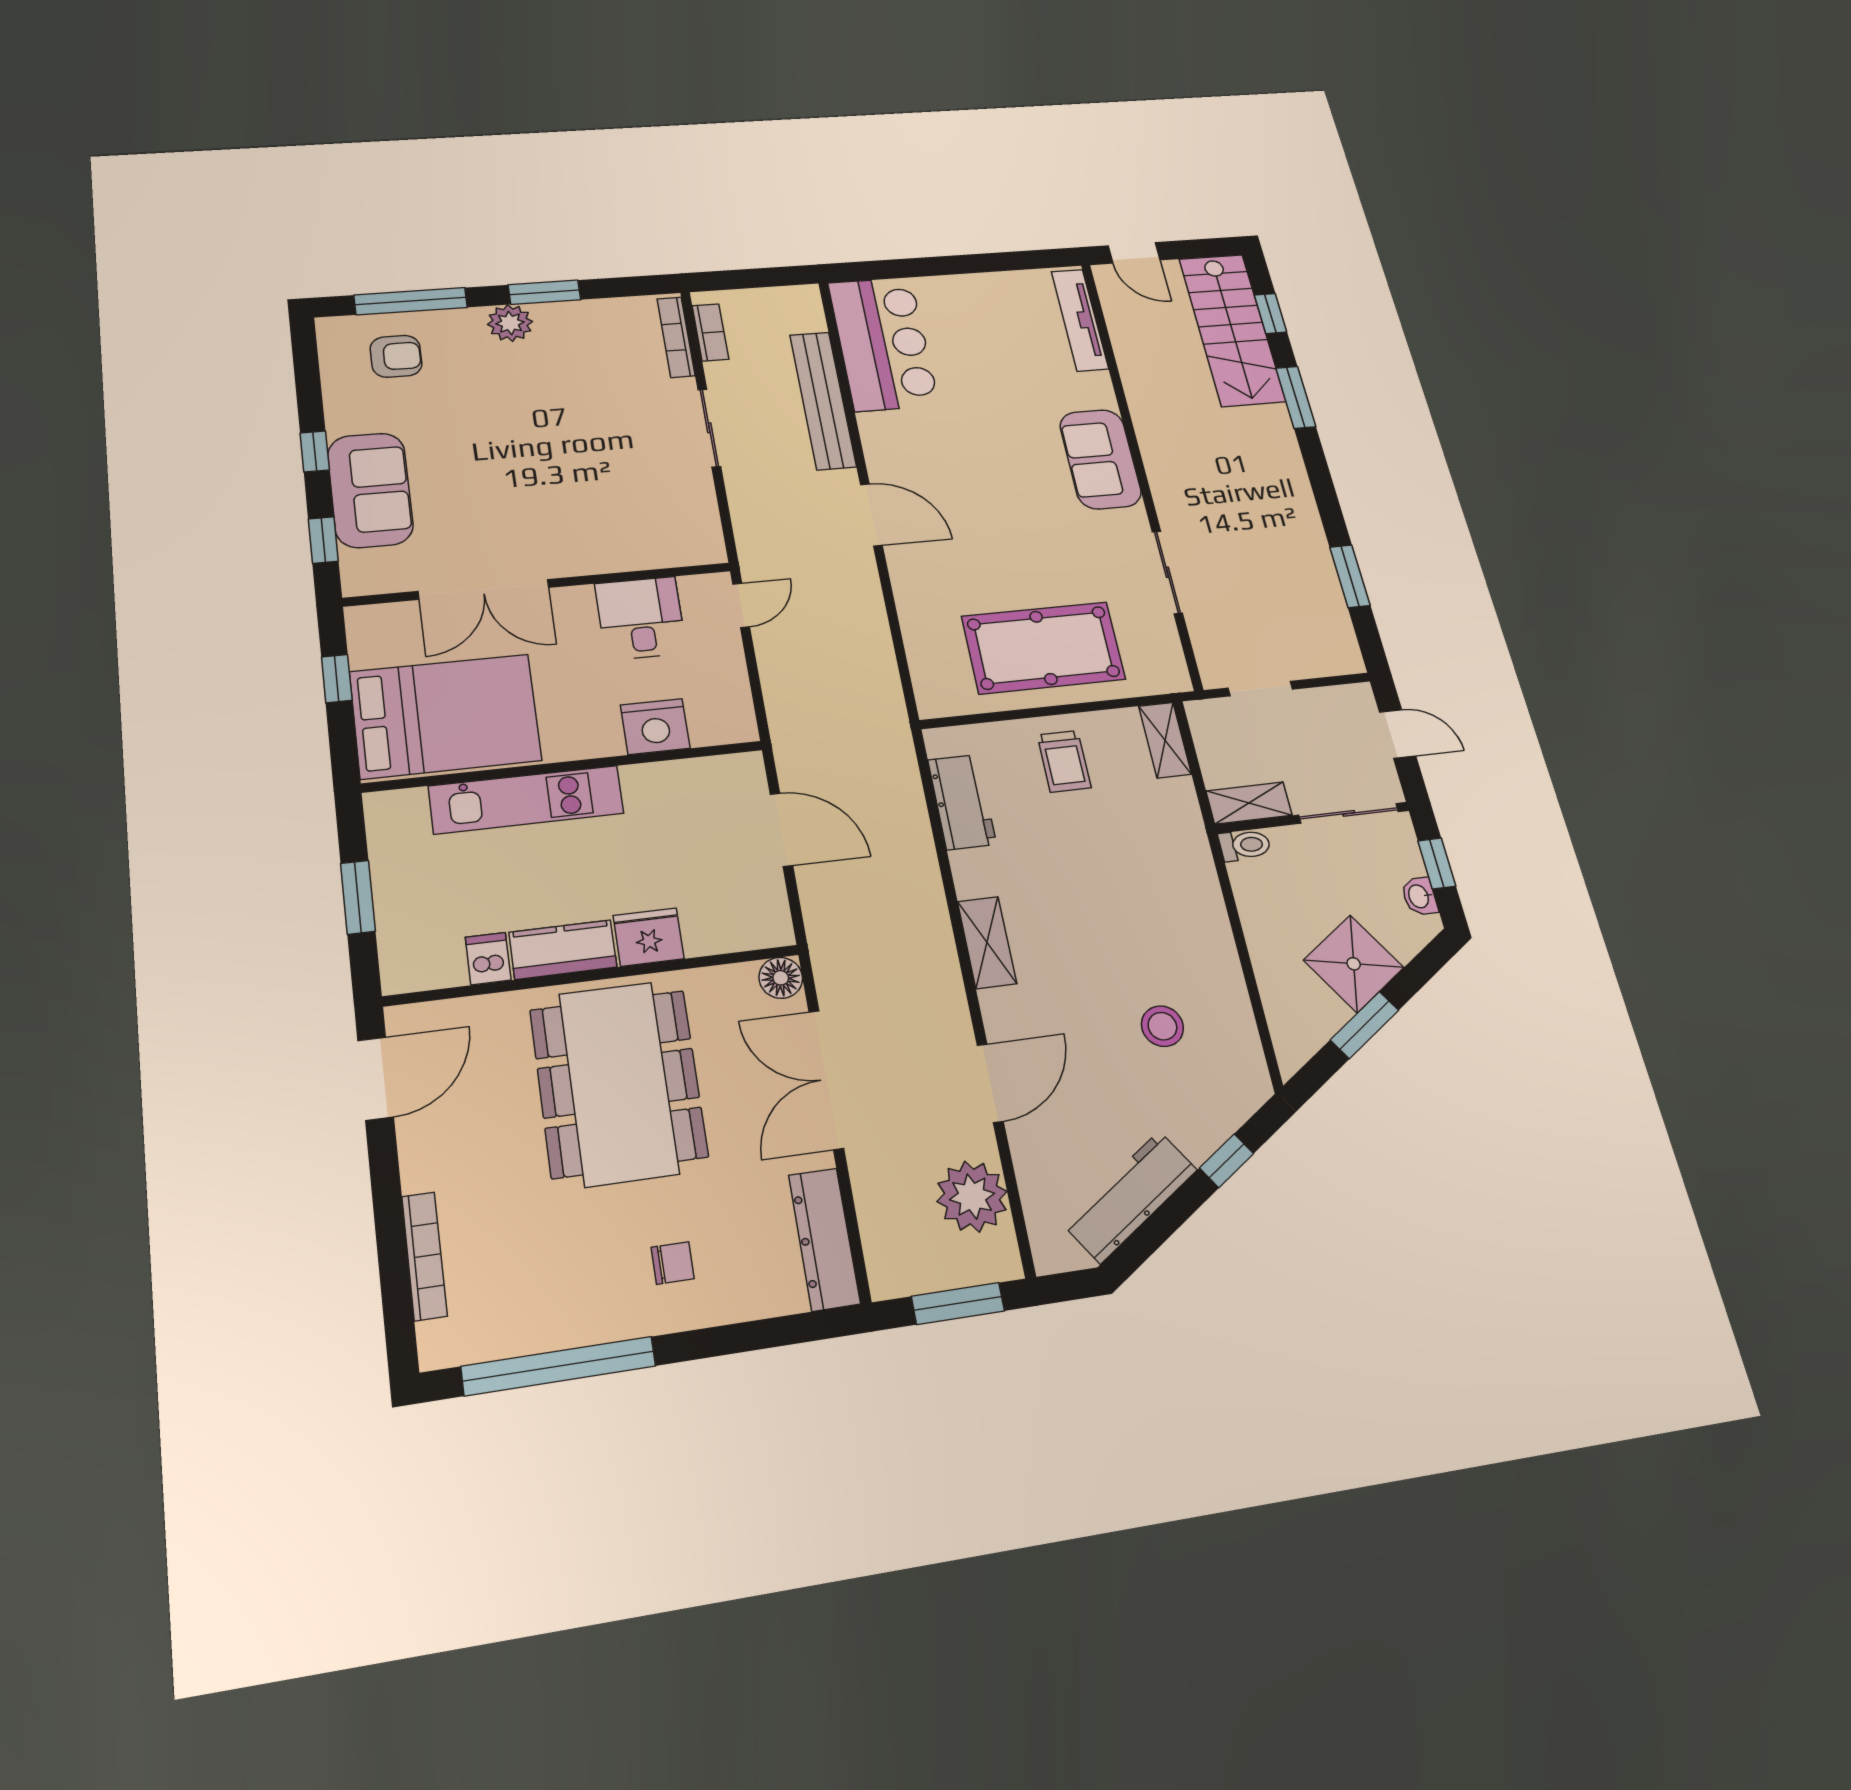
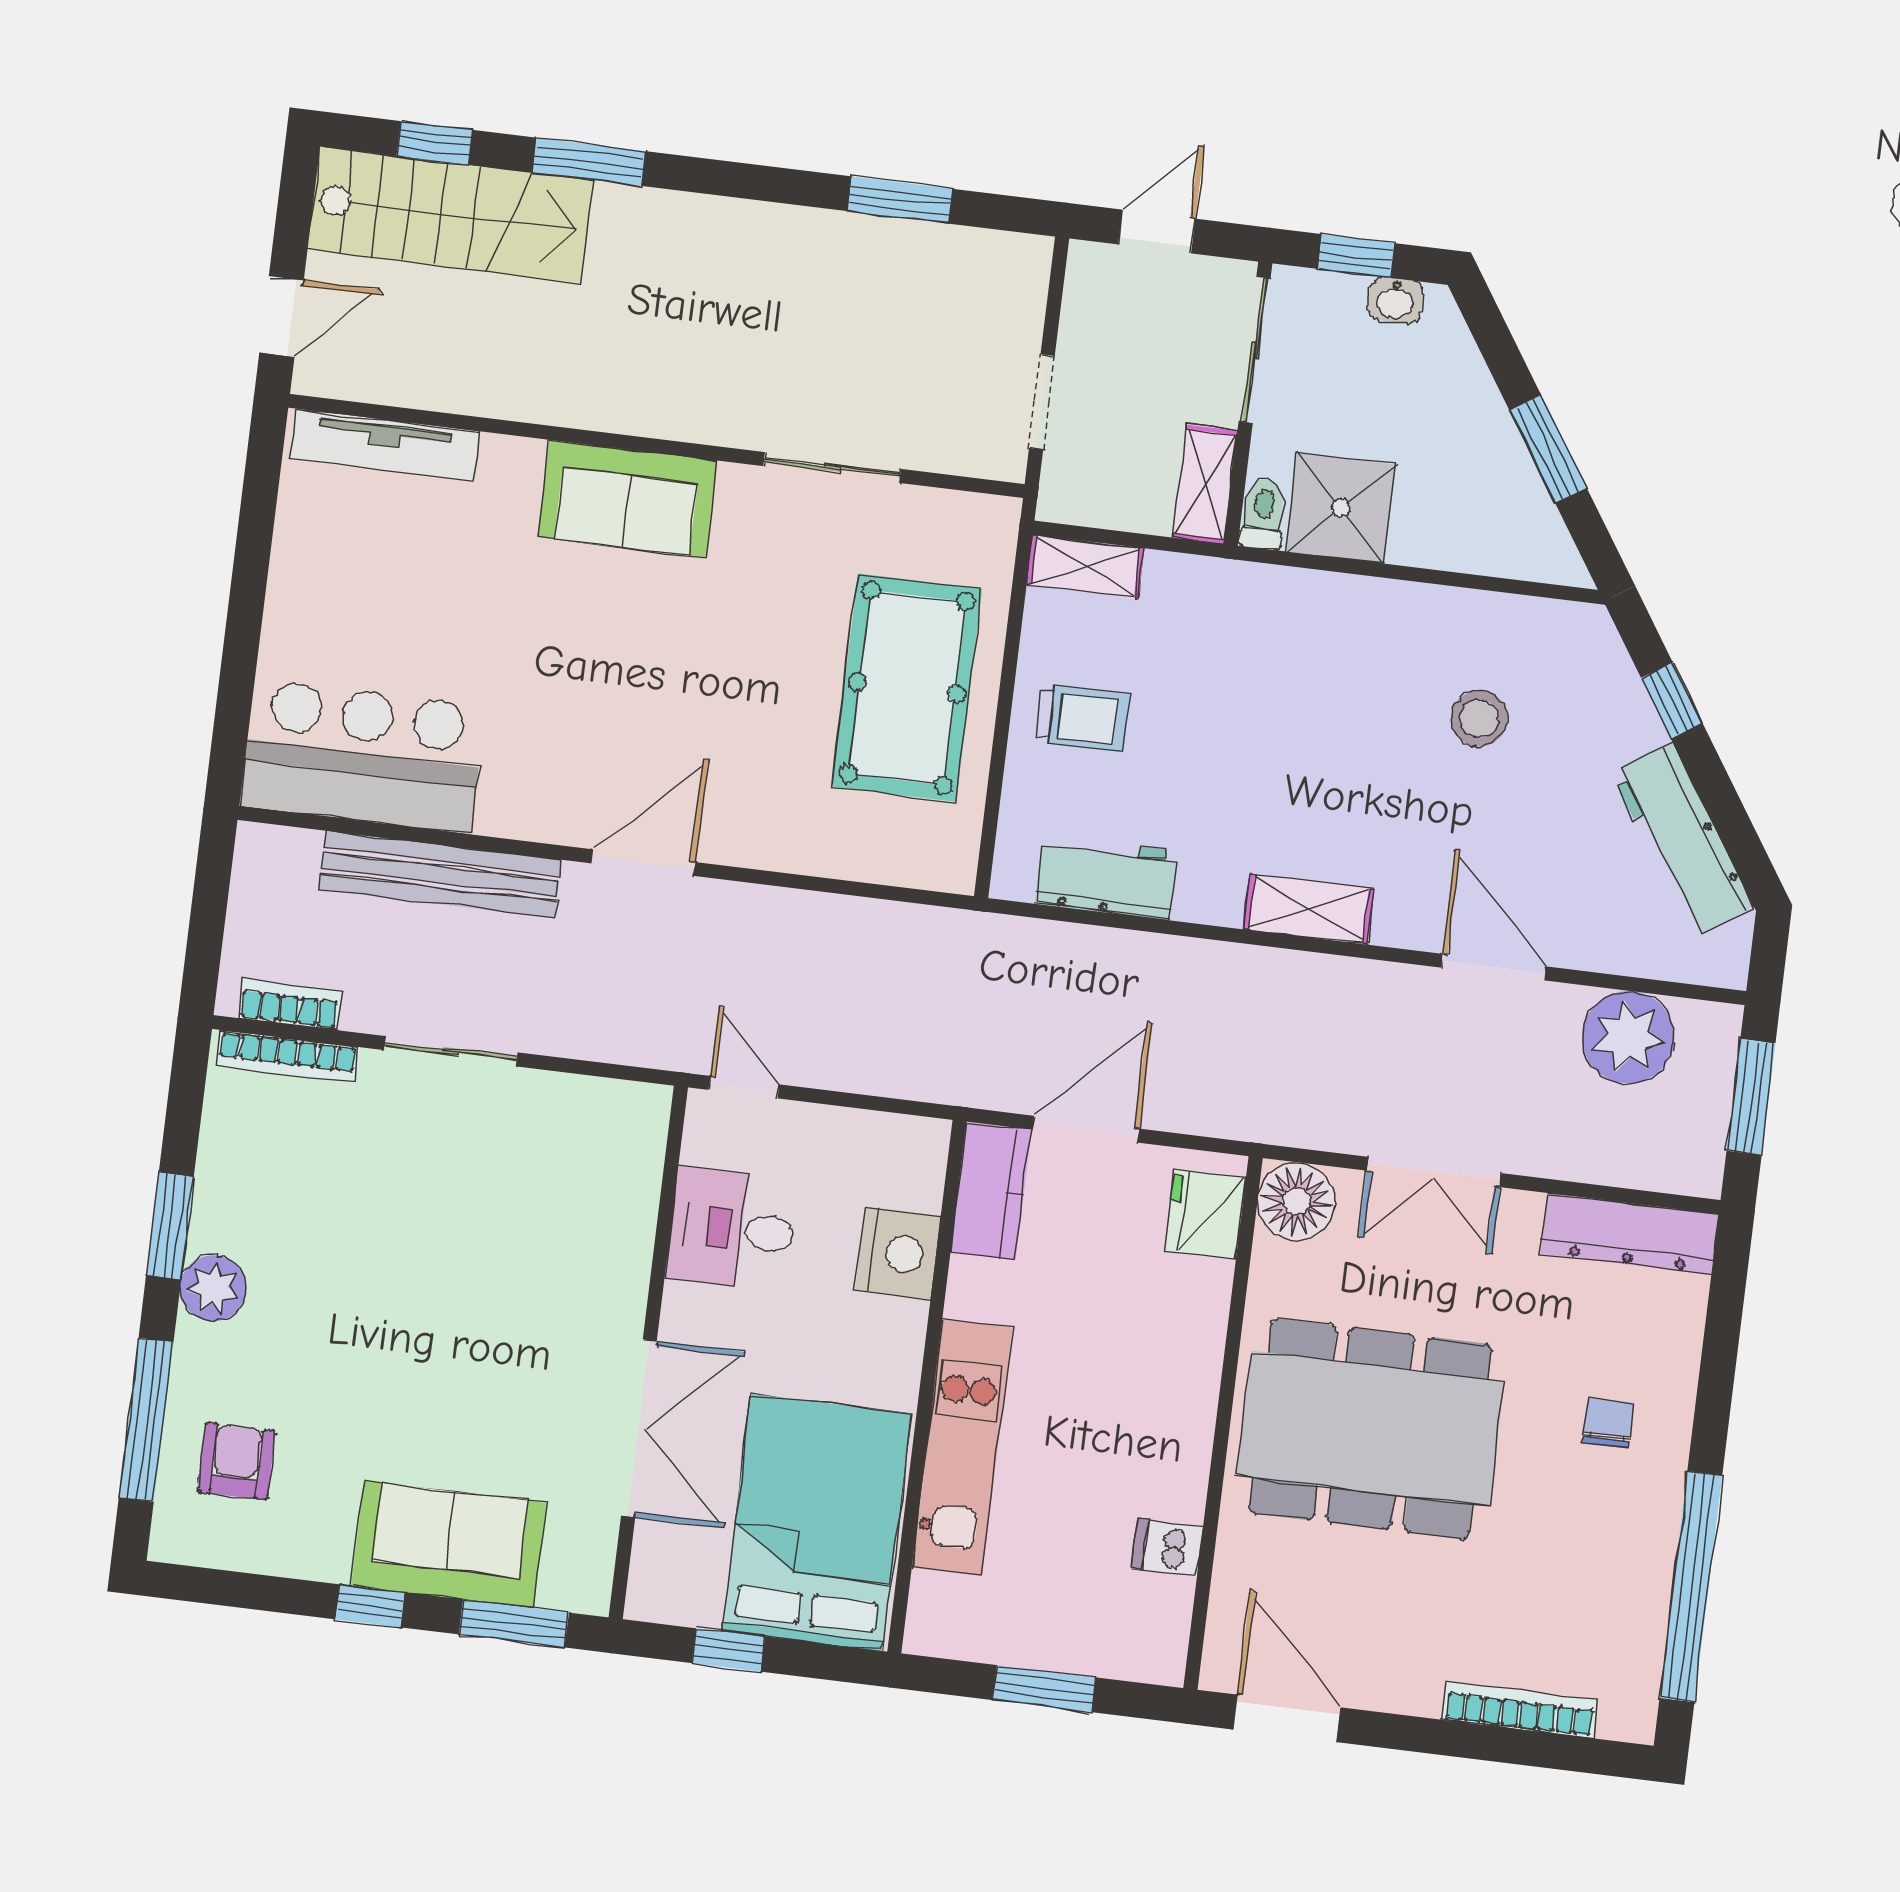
window: (323, 540) -> (514, 1624), width x1.50
fridge: (649, 937) -> (1206, 1214), moved
kitchen counter: (563, 950) -> (991, 1191), moved, turned 180
shower: (1354, 964) -> (1340, 508), moved, turned 33
floor lamp: (781, 978) -> (1296, 1201), width x1.38, depth x1.38
double door: (826, 1080) -> (1434, 1172), width x0.73

